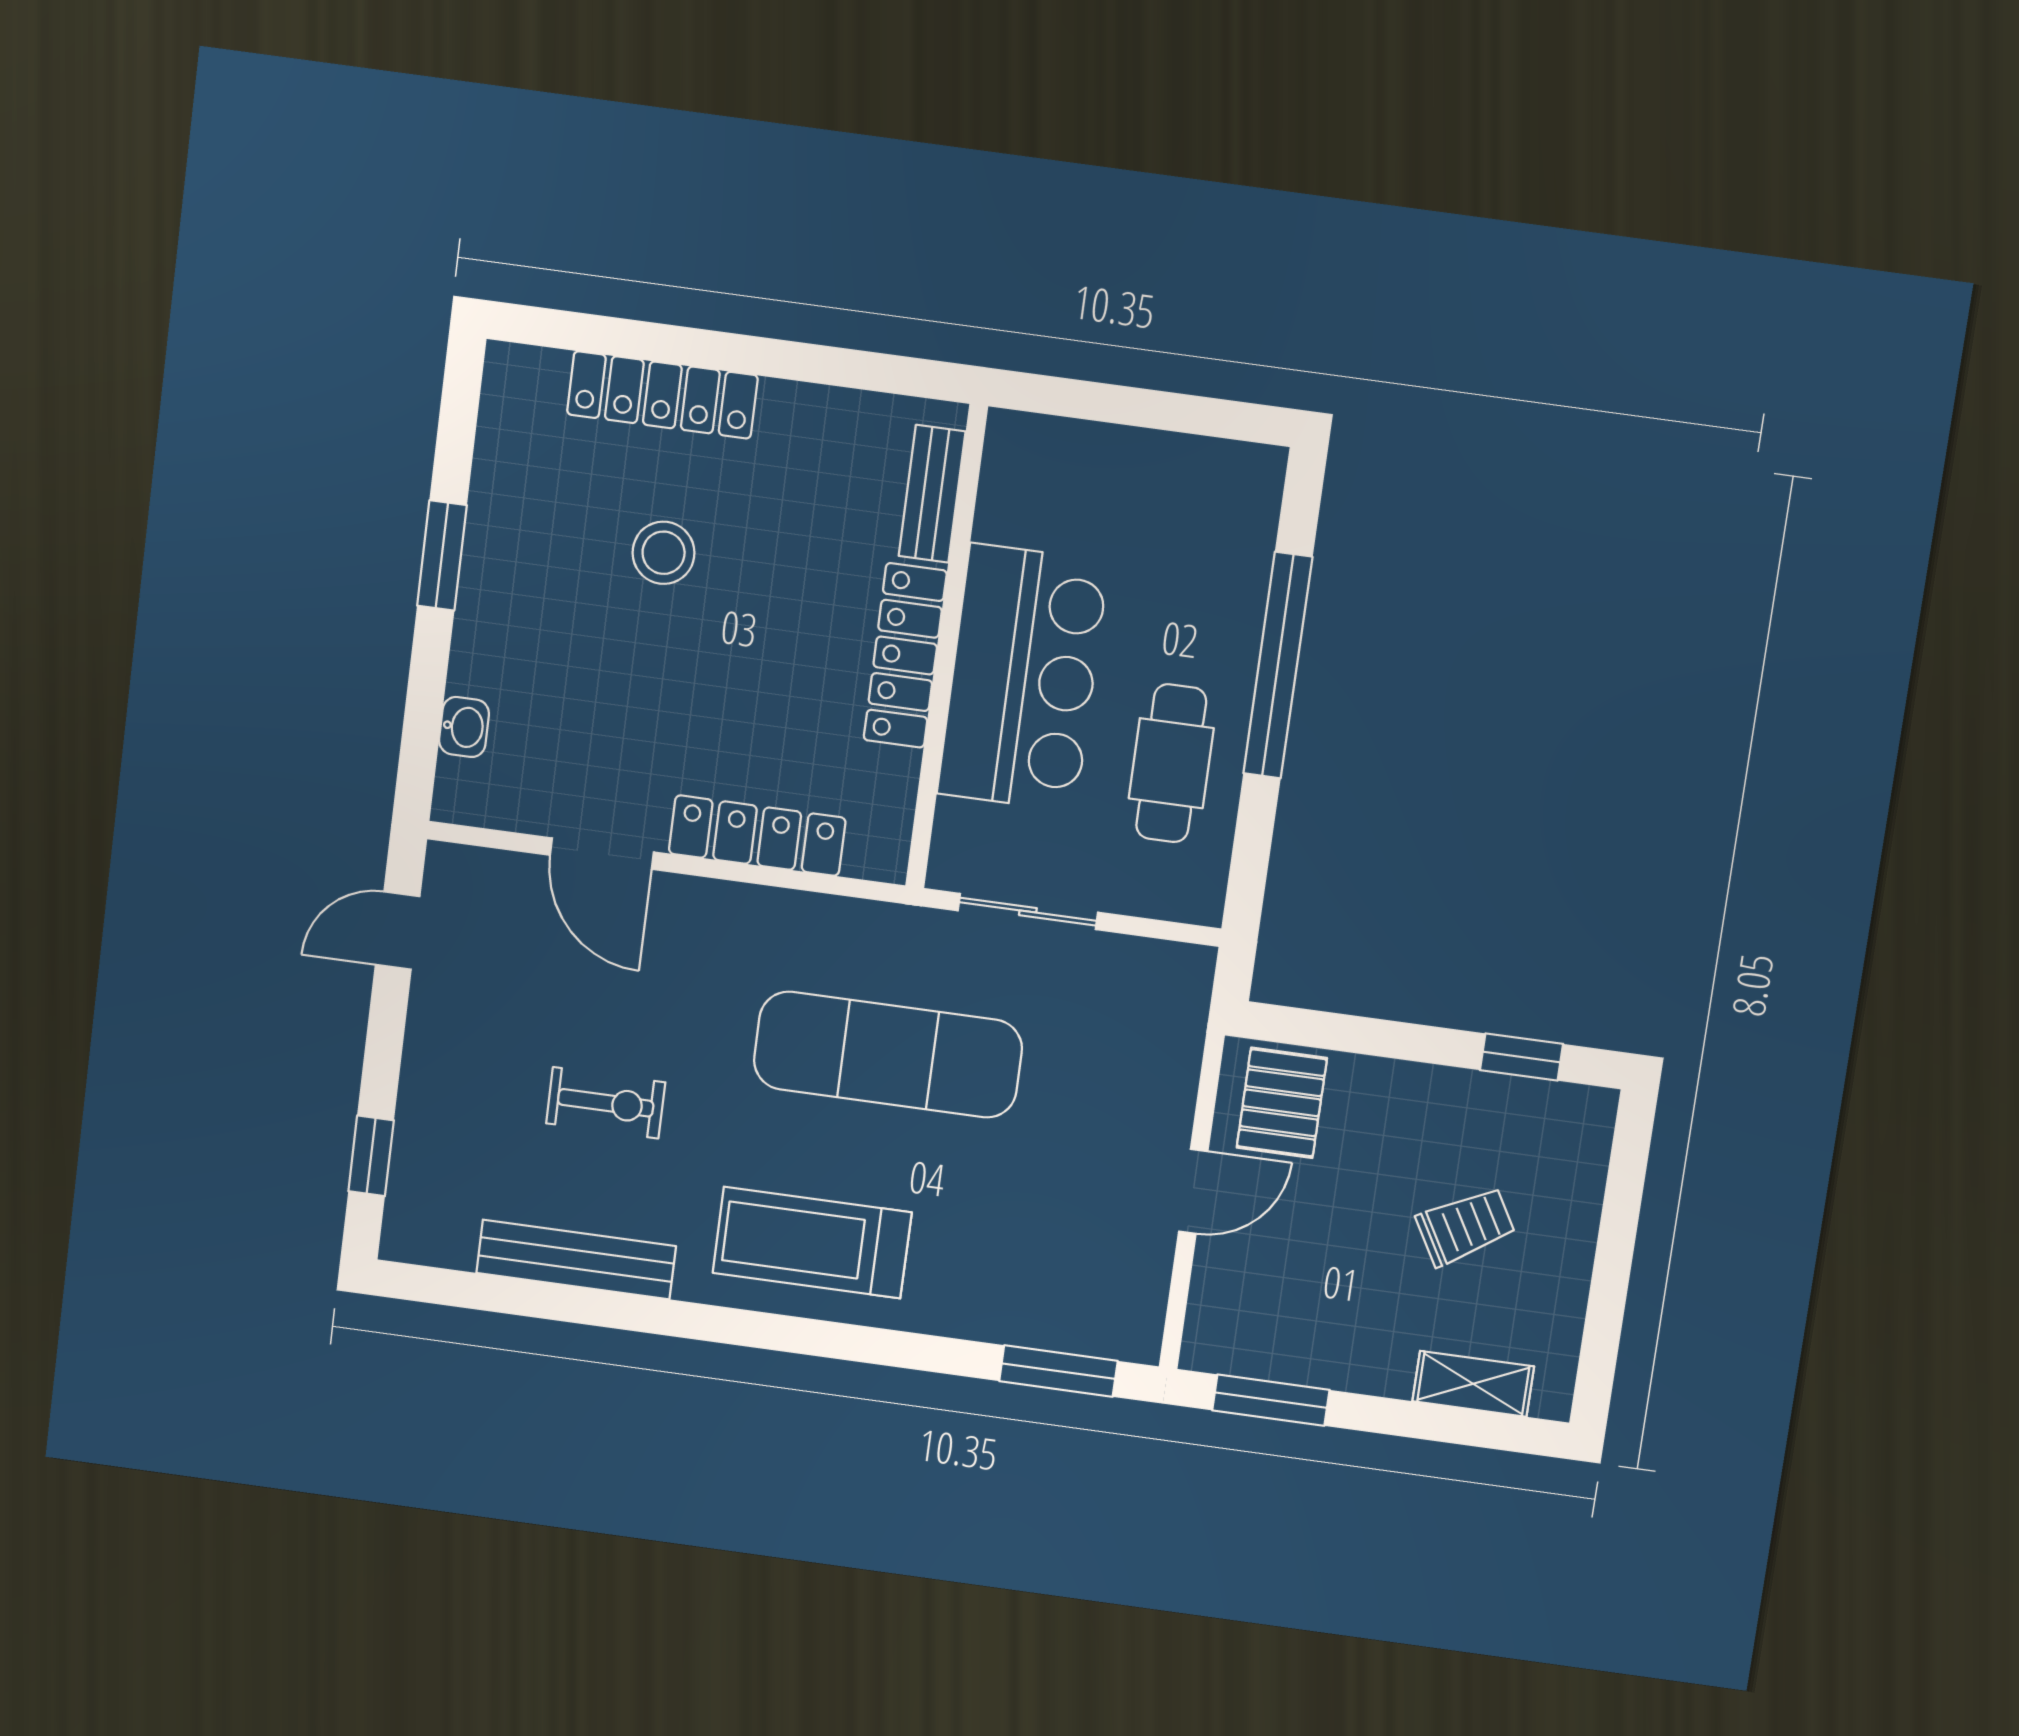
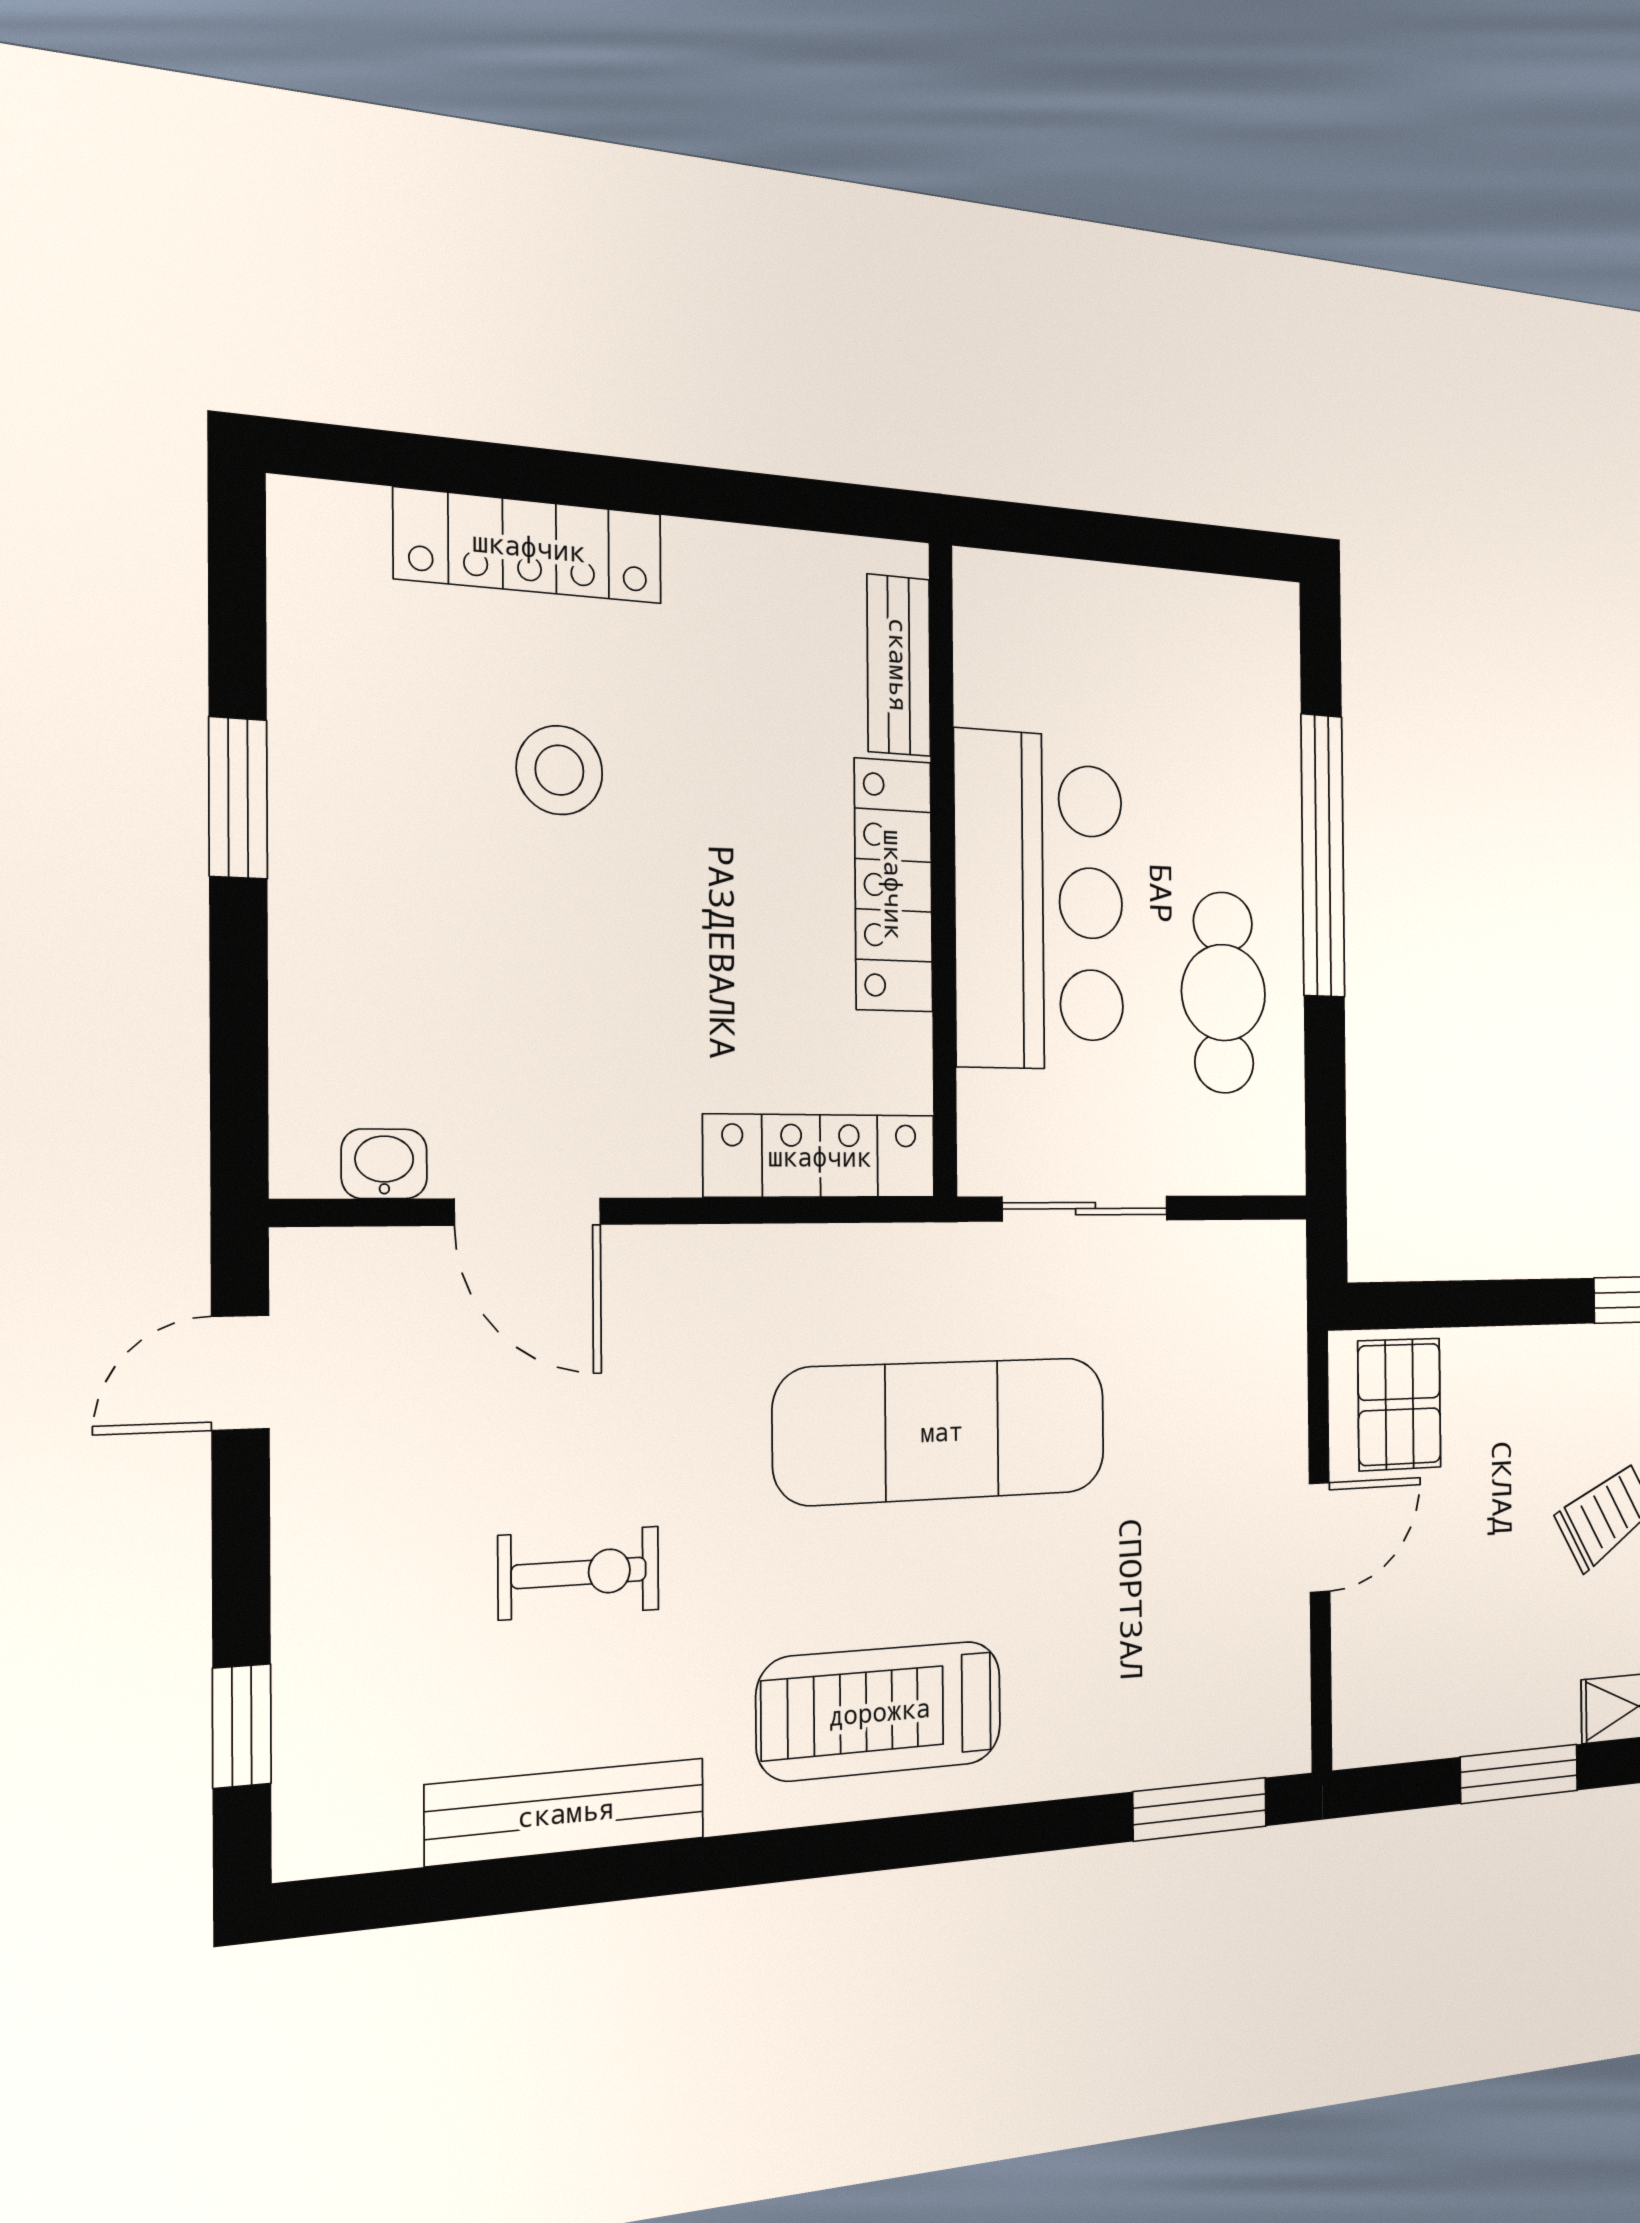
washbasin: (464, 727) -> (384, 1164), moved, turned -90
locker: (757, 836) -> (820, 1156), moved
window: (1271, 1400) -> (1519, 1774), moved

